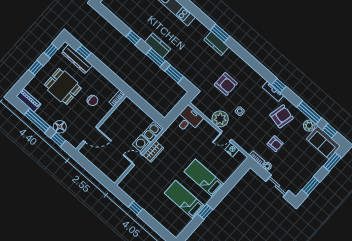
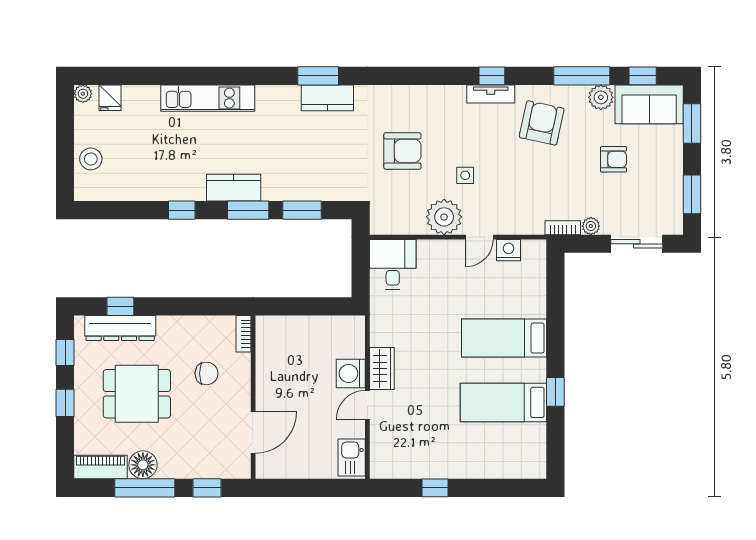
floor lamp: (60, 127) -> (143, 465), moved
kitchen sink: (152, 132) -> (352, 457), moved
armchair: (275, 144) -> (614, 159), moved

